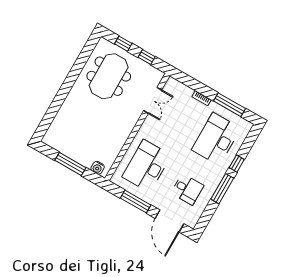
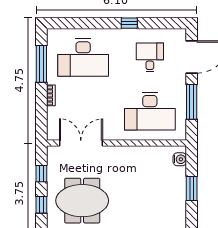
double door: (153, 100) -> (81, 143), width x1.37
window: (237, 163) -> (96, 23), removed
window: (70, 164) -> (192, 189), width x0.69
window: (222, 189) -> (129, 23), width x0.46

